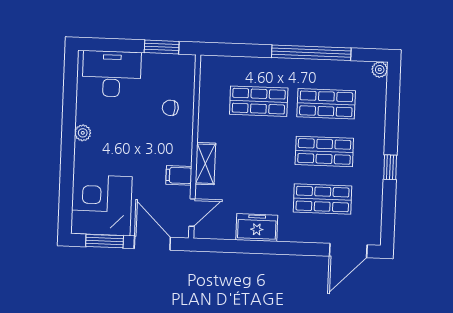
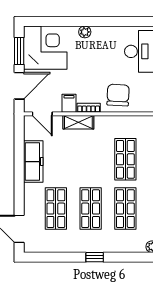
chair: (170, 108) -> (118, 95), width x1.87, depth x1.87
plant: (83, 133) -> (85, 32), moved
bookcase: (186, 149) -> (89, 108), added
window: (390, 167) -> (95, 257), moved
freezer: (257, 228) -> (33, 162), width x1.40

